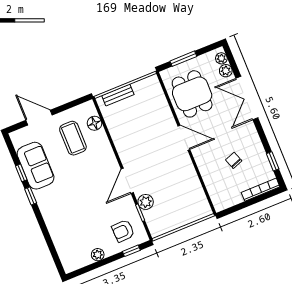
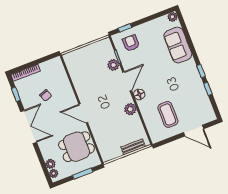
dining table: (192, 94) -> (77, 147), turned 90
double door: (247, 98) -> (29, 127), moved
floor lamp: (94, 123) -> (139, 94), moved
plant: (122, 144) -> (130, 109), added
sofa: (36, 166) -> (178, 45), moved
armchair: (123, 231) -> (131, 43), turned -88
plant: (98, 255) -> (173, 17), moved

